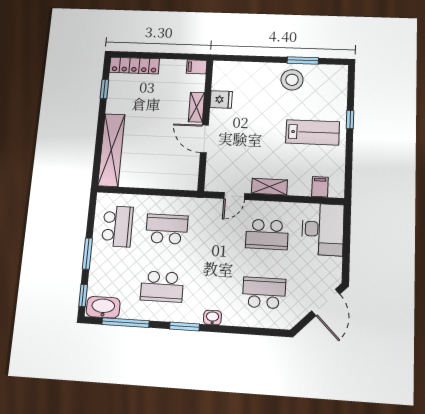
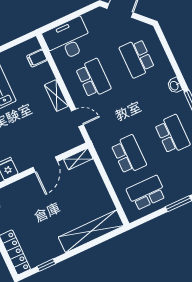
shelving: (196, 107) -> (78, 159), moved
school desk: (167, 229) -> (129, 155), turned 180

